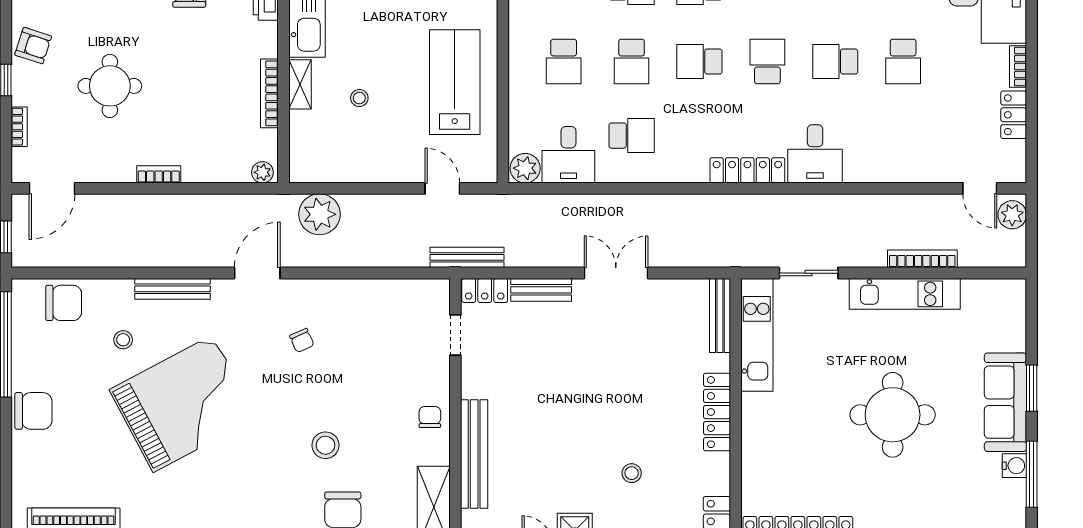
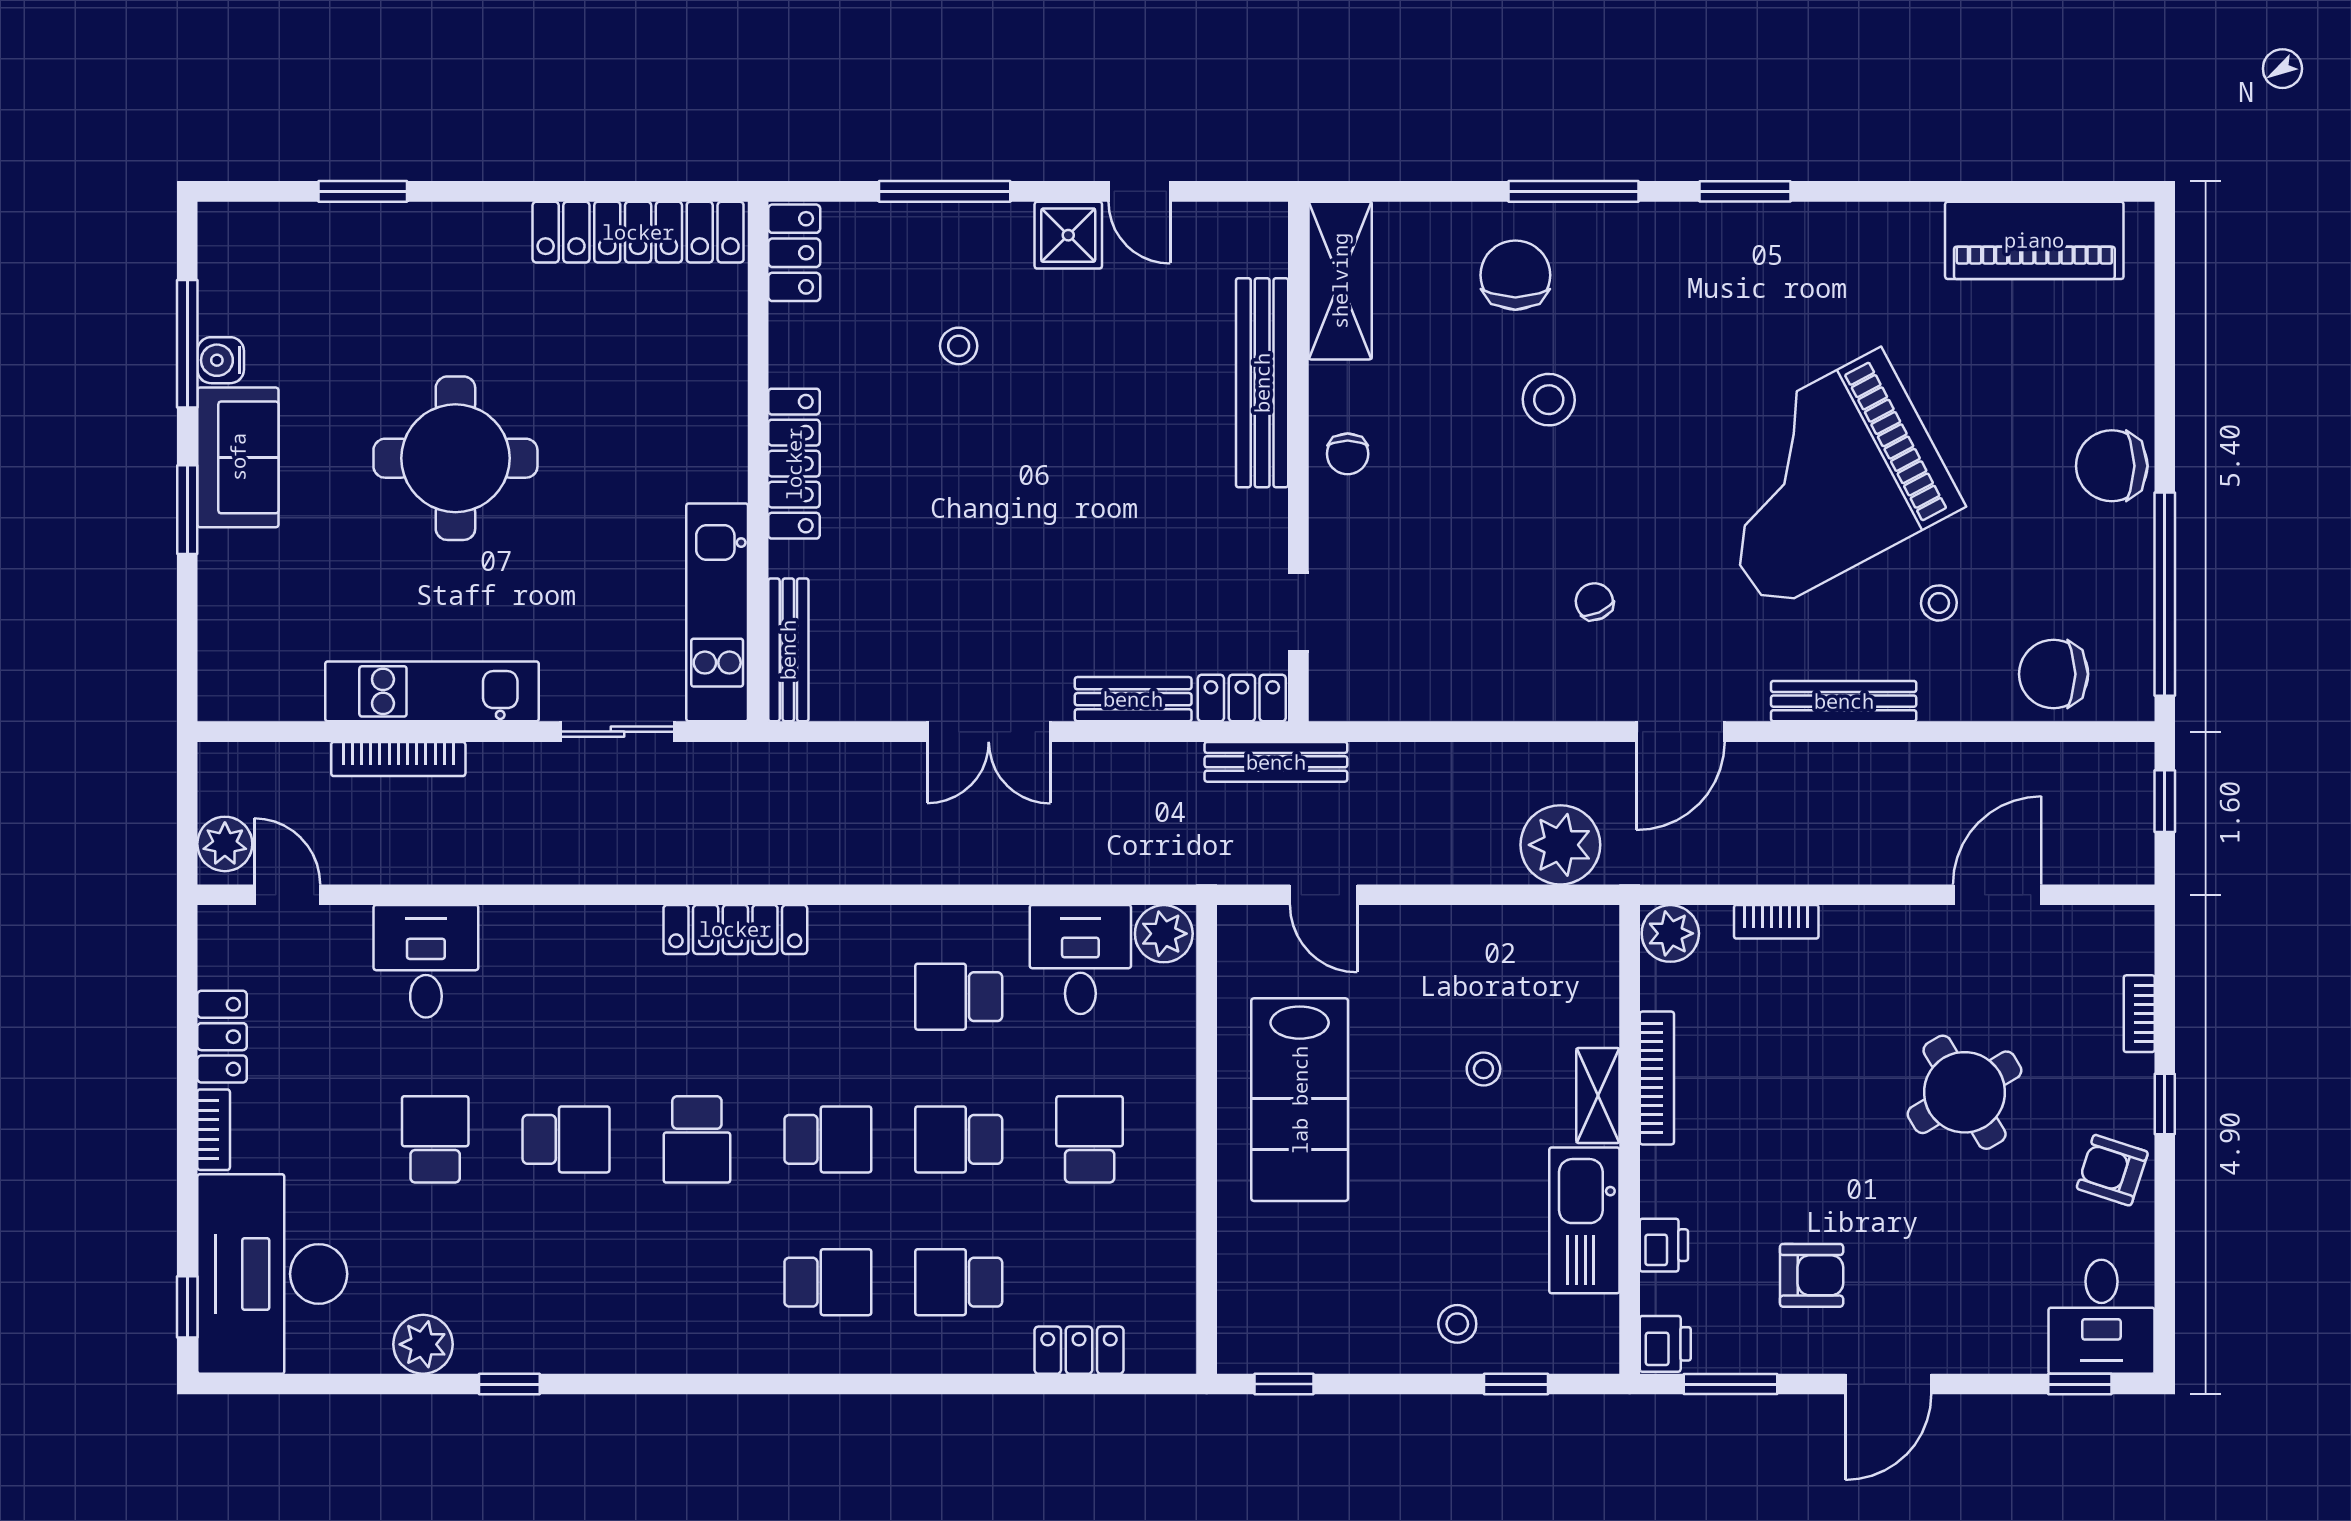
school desk: (632, 62) -> (959, 1139), turned -90
round table: (110, 86) -> (1965, 1092), turned -31
desk: (815, 154) -> (426, 961), moved
plant: (262, 172) -> (1670, 933), width x1.38, depth x1.38
bookcase: (159, 174) -> (1776, 922), moved
door: (52, 188) -> (1997, 895), moved
sofa: (1005, 402) -> (238, 457), width x0.73

